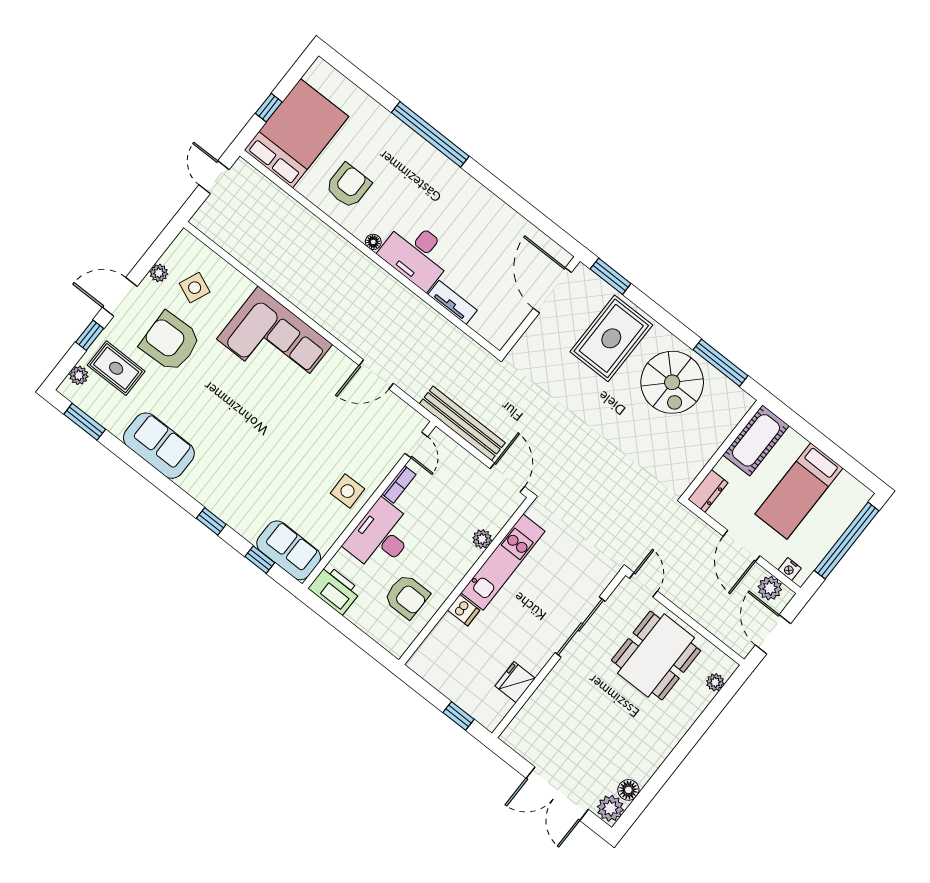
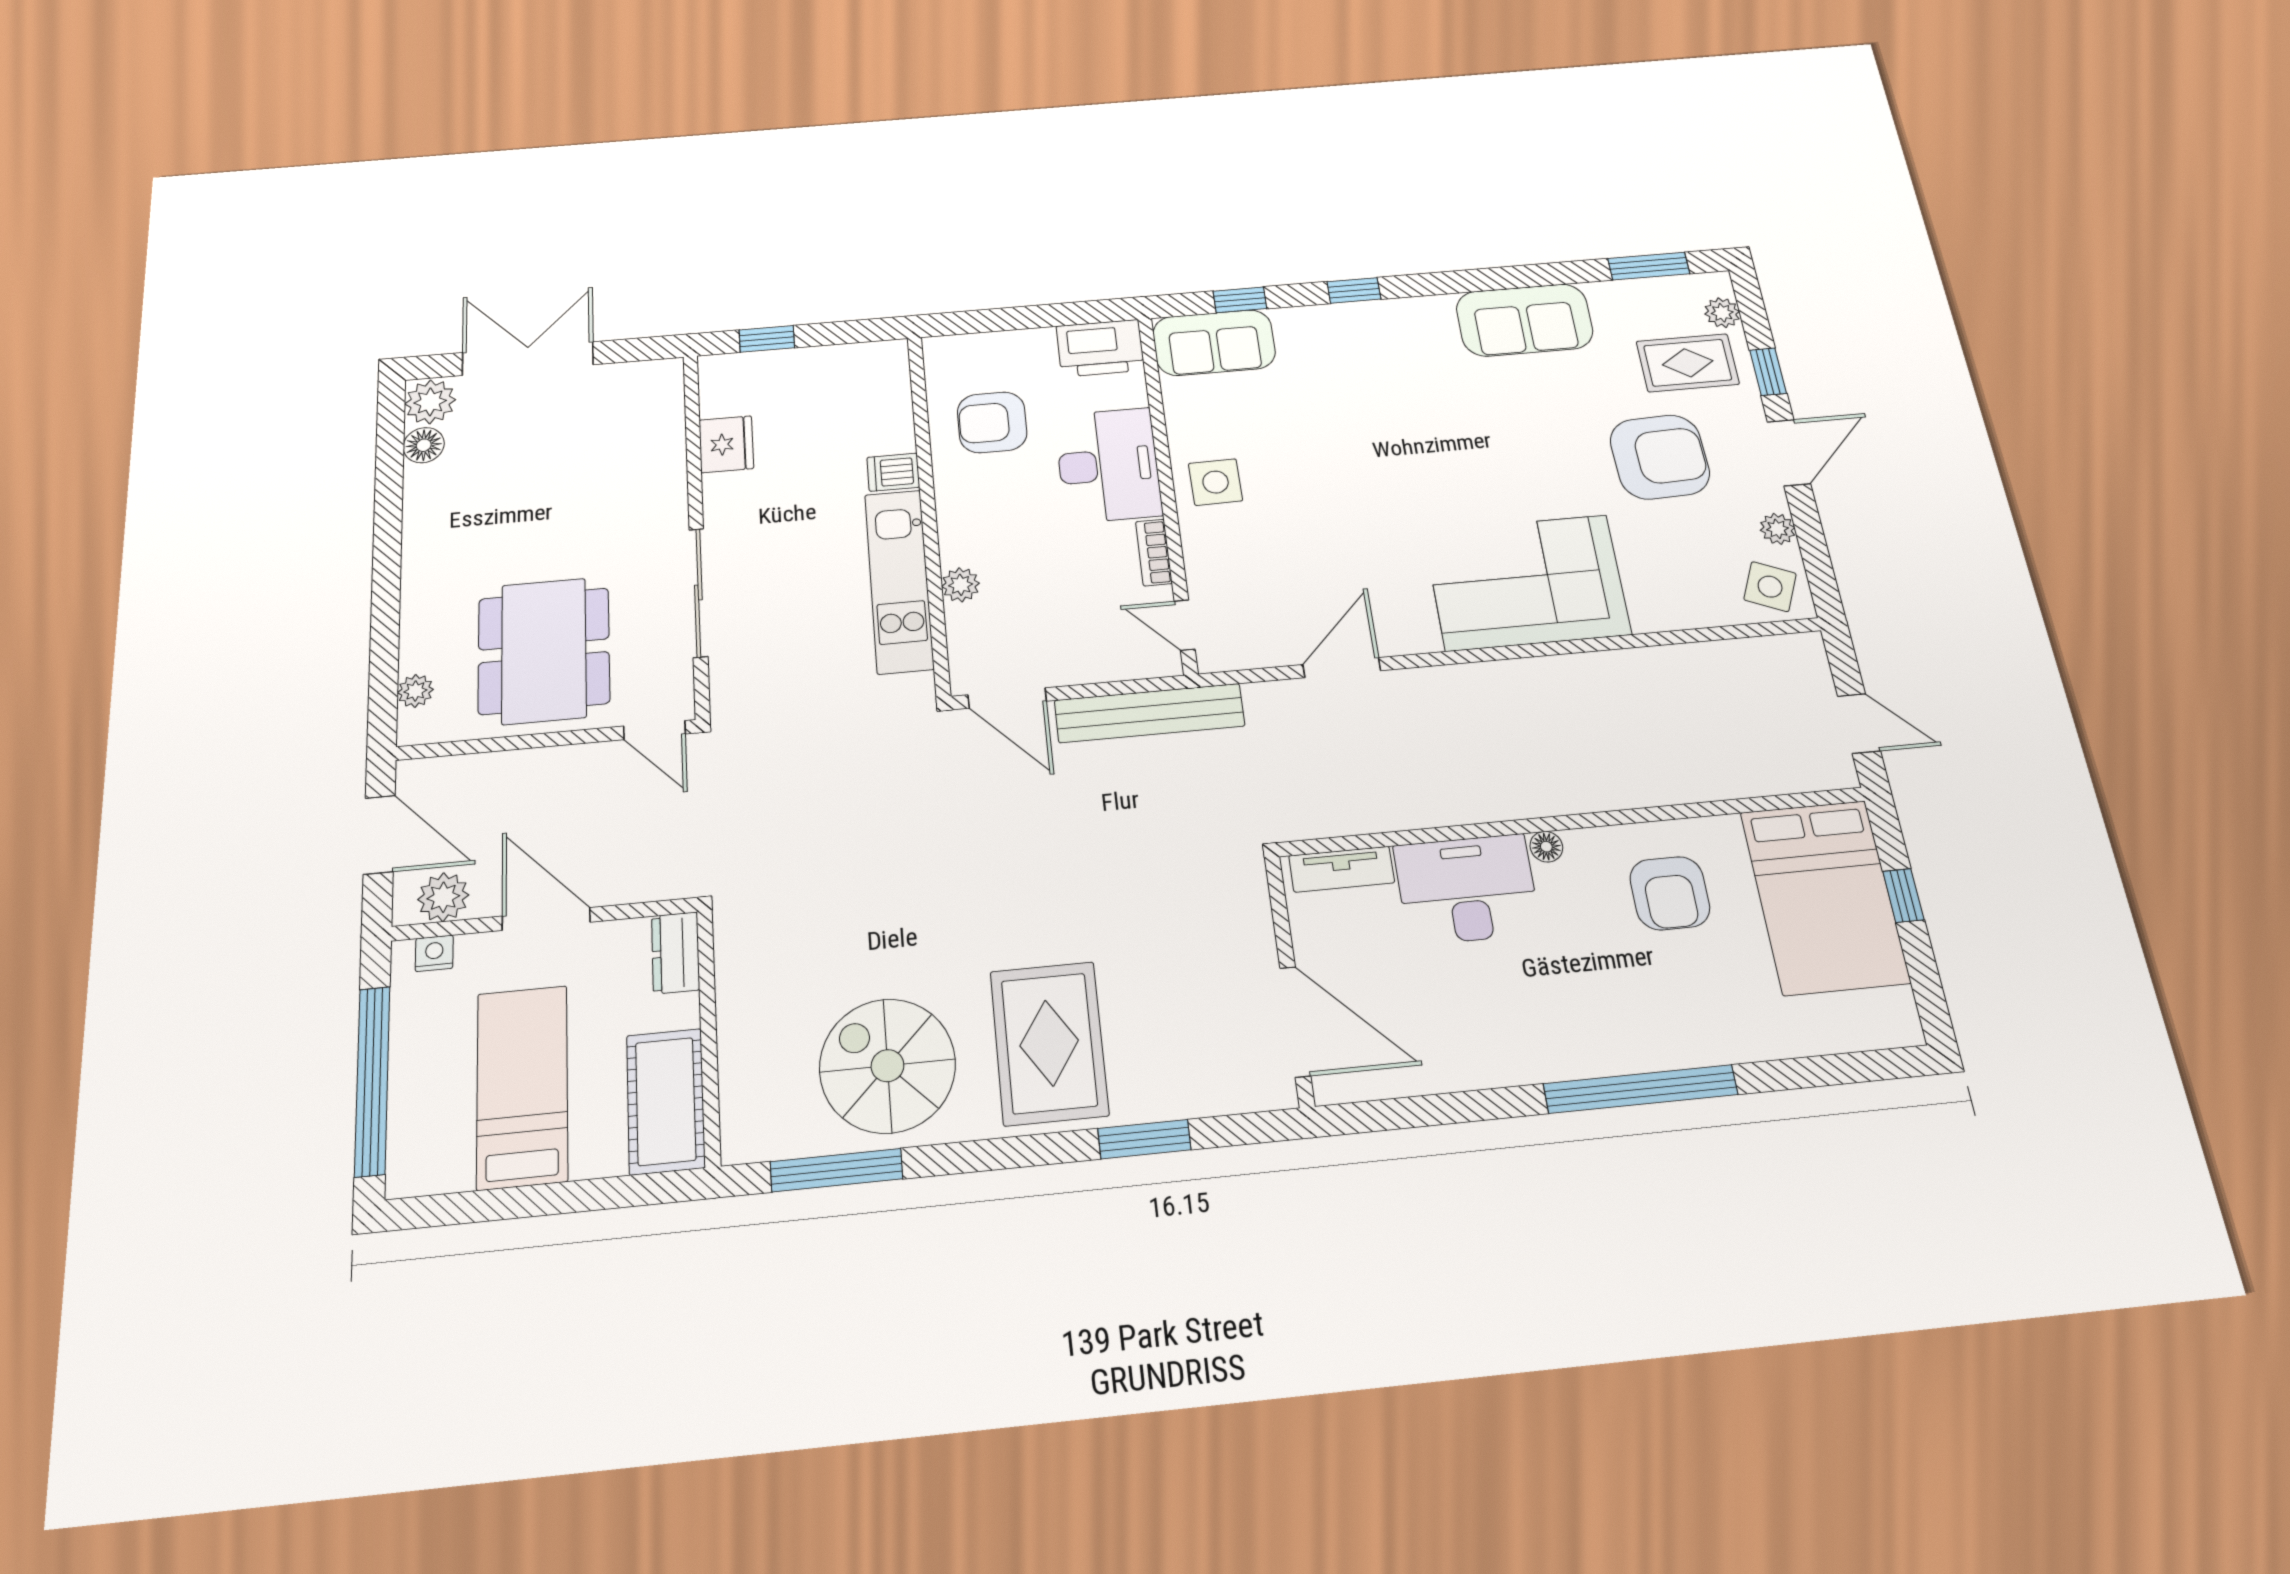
side table: (195, 288) -> (1770, 587), moved
door: (552, 290) -> (1295, 1022), moved
wall: (540, 306) -> (1289, 979), moved

